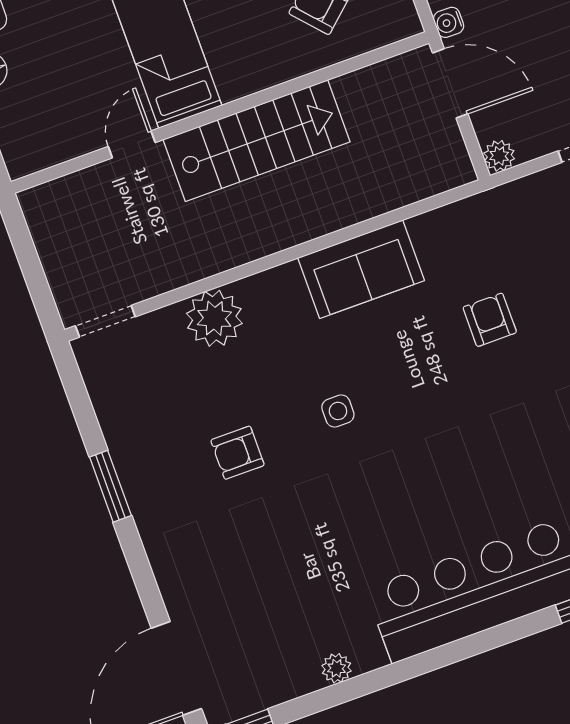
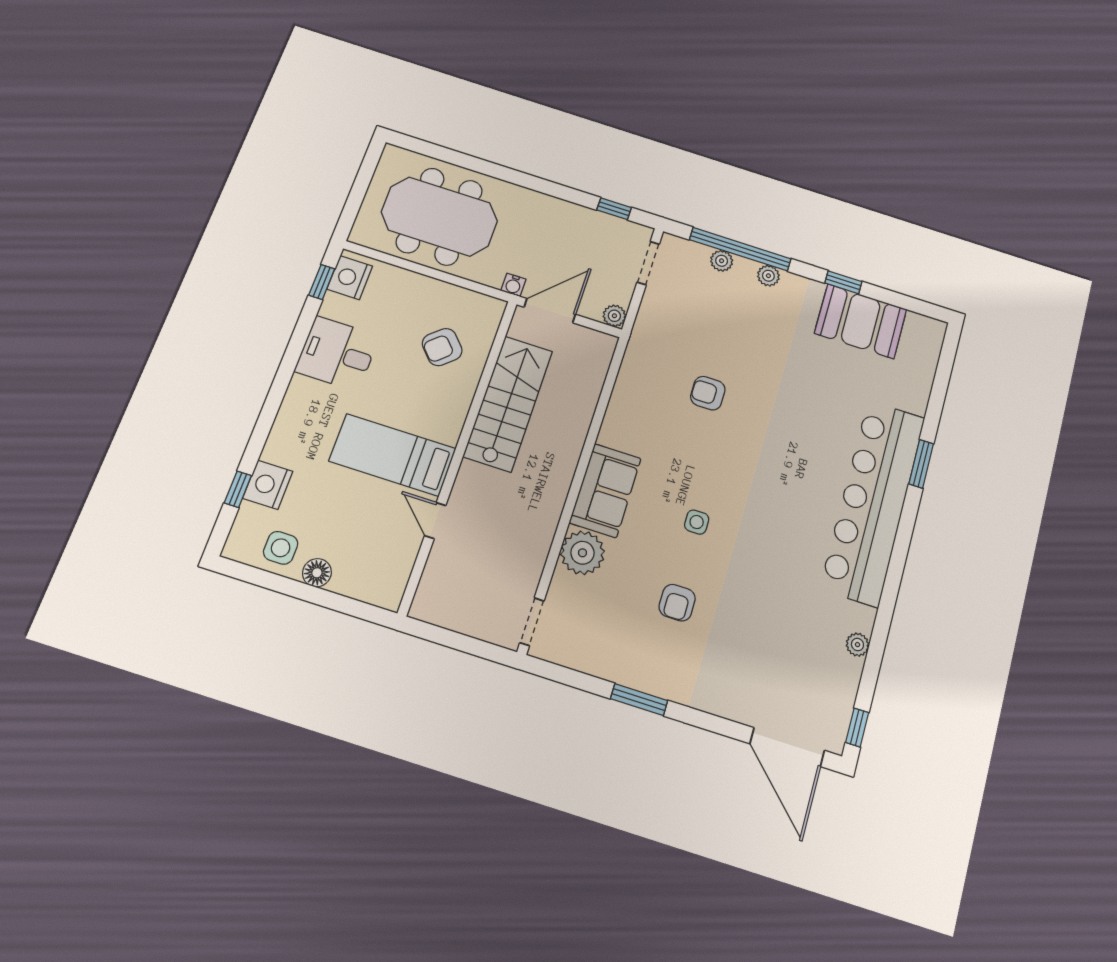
stairs: (257, 141) -> (508, 403), moved
sofa: (361, 269) -> (605, 490), moved

